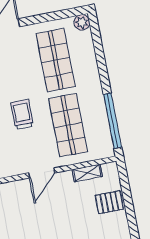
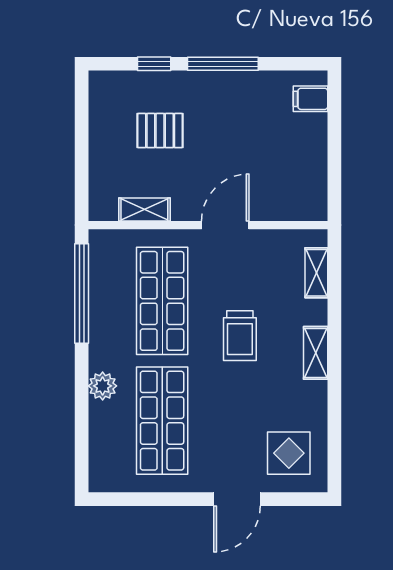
plant: (82, 22) -> (103, 386), moved
pallet: (109, 202) -> (160, 131), moved

